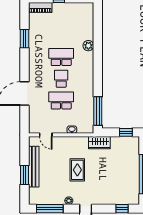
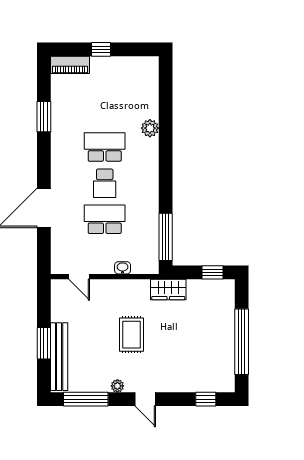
school desk: (61, 79) -> (105, 183), turned 180
bench: (34, 167) -> (59, 357), moved

